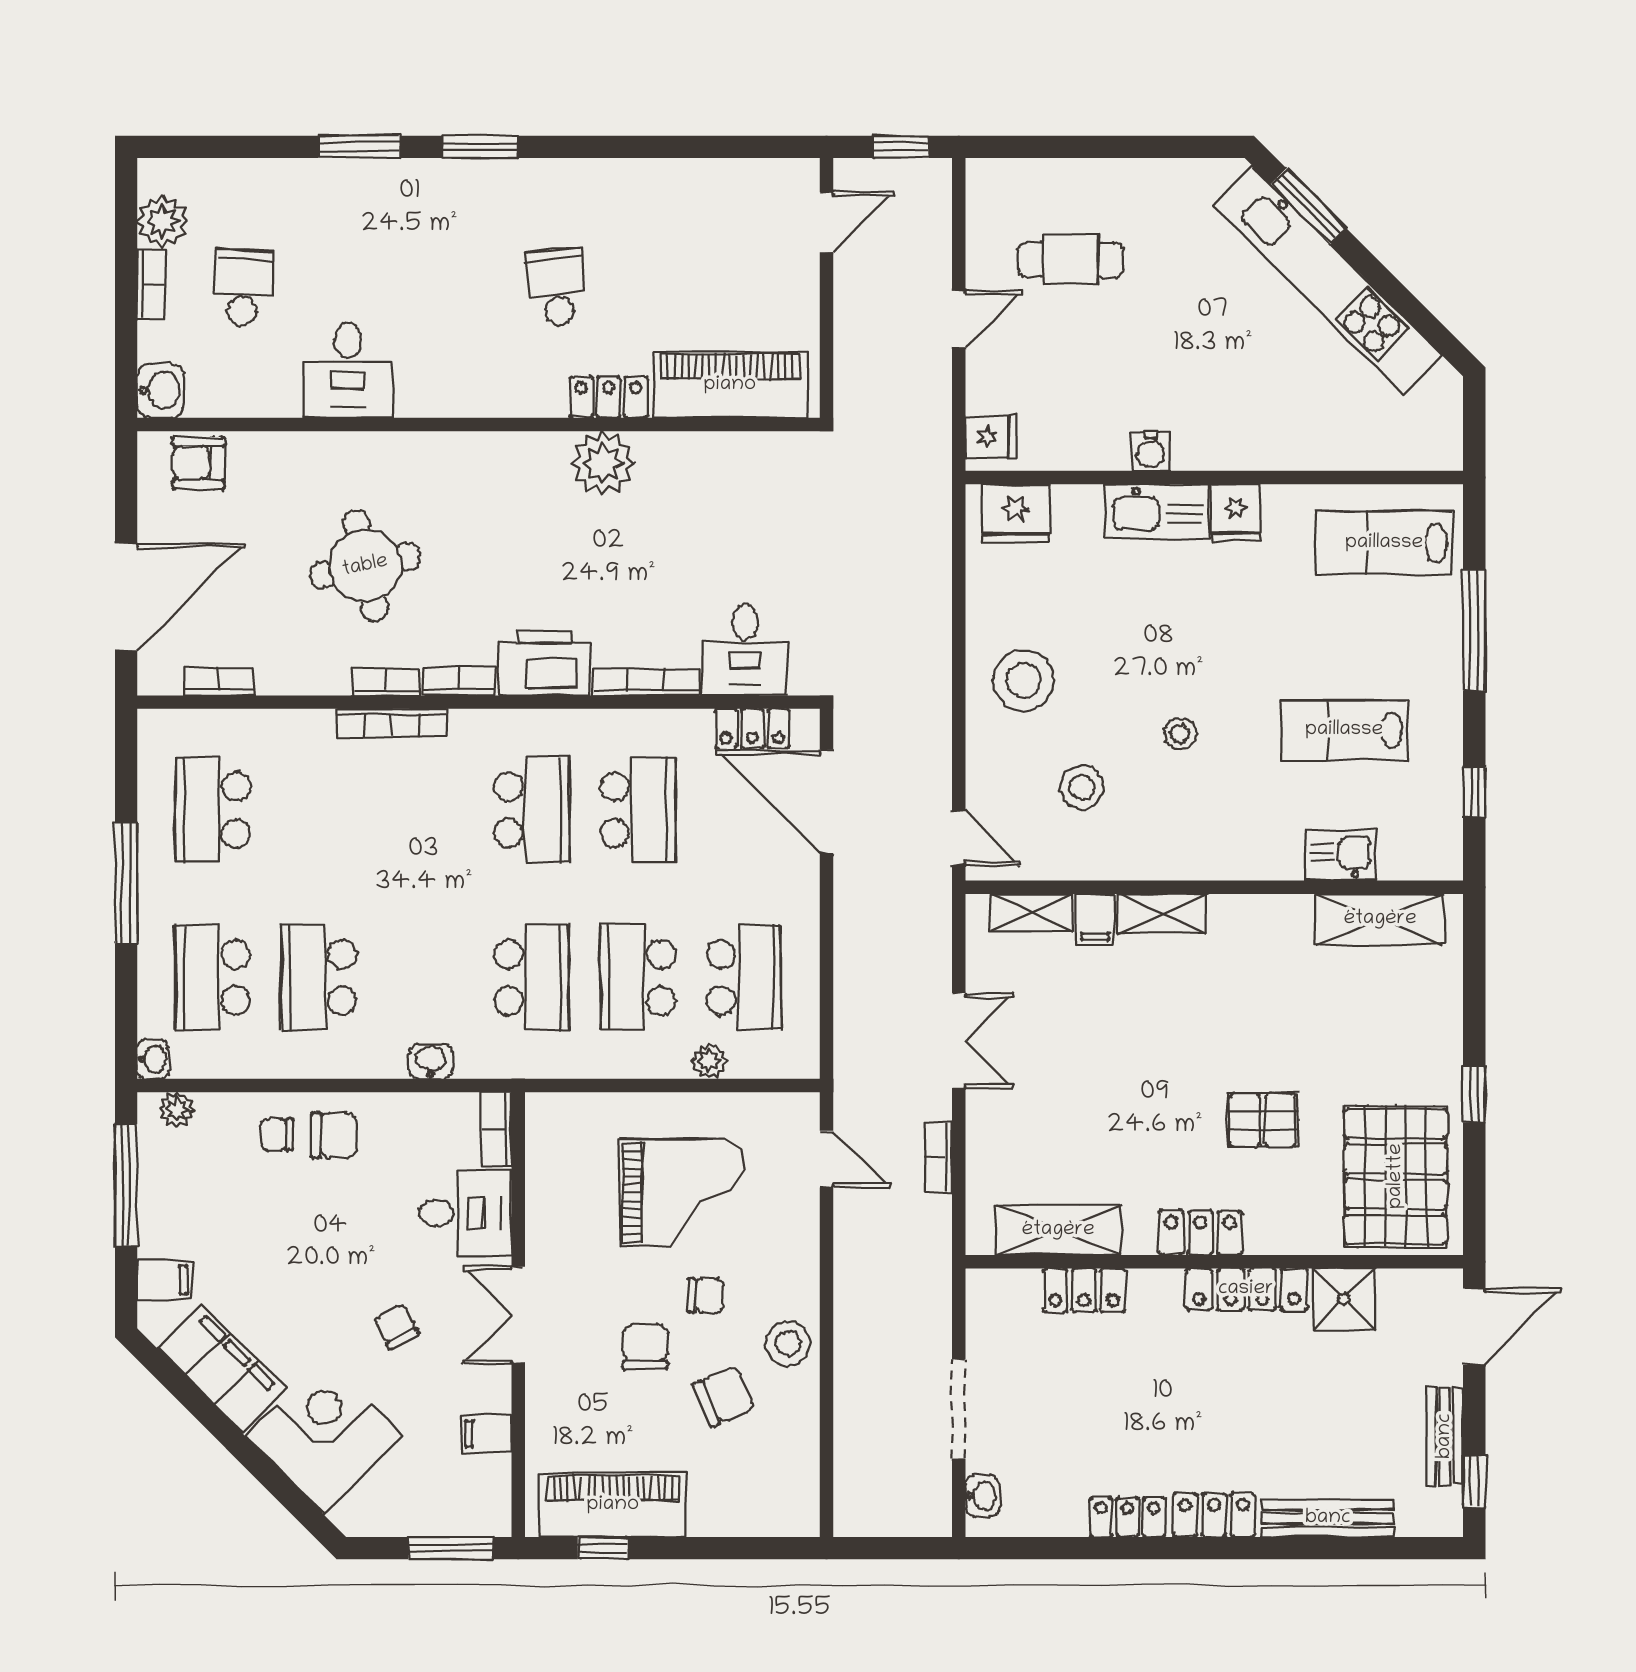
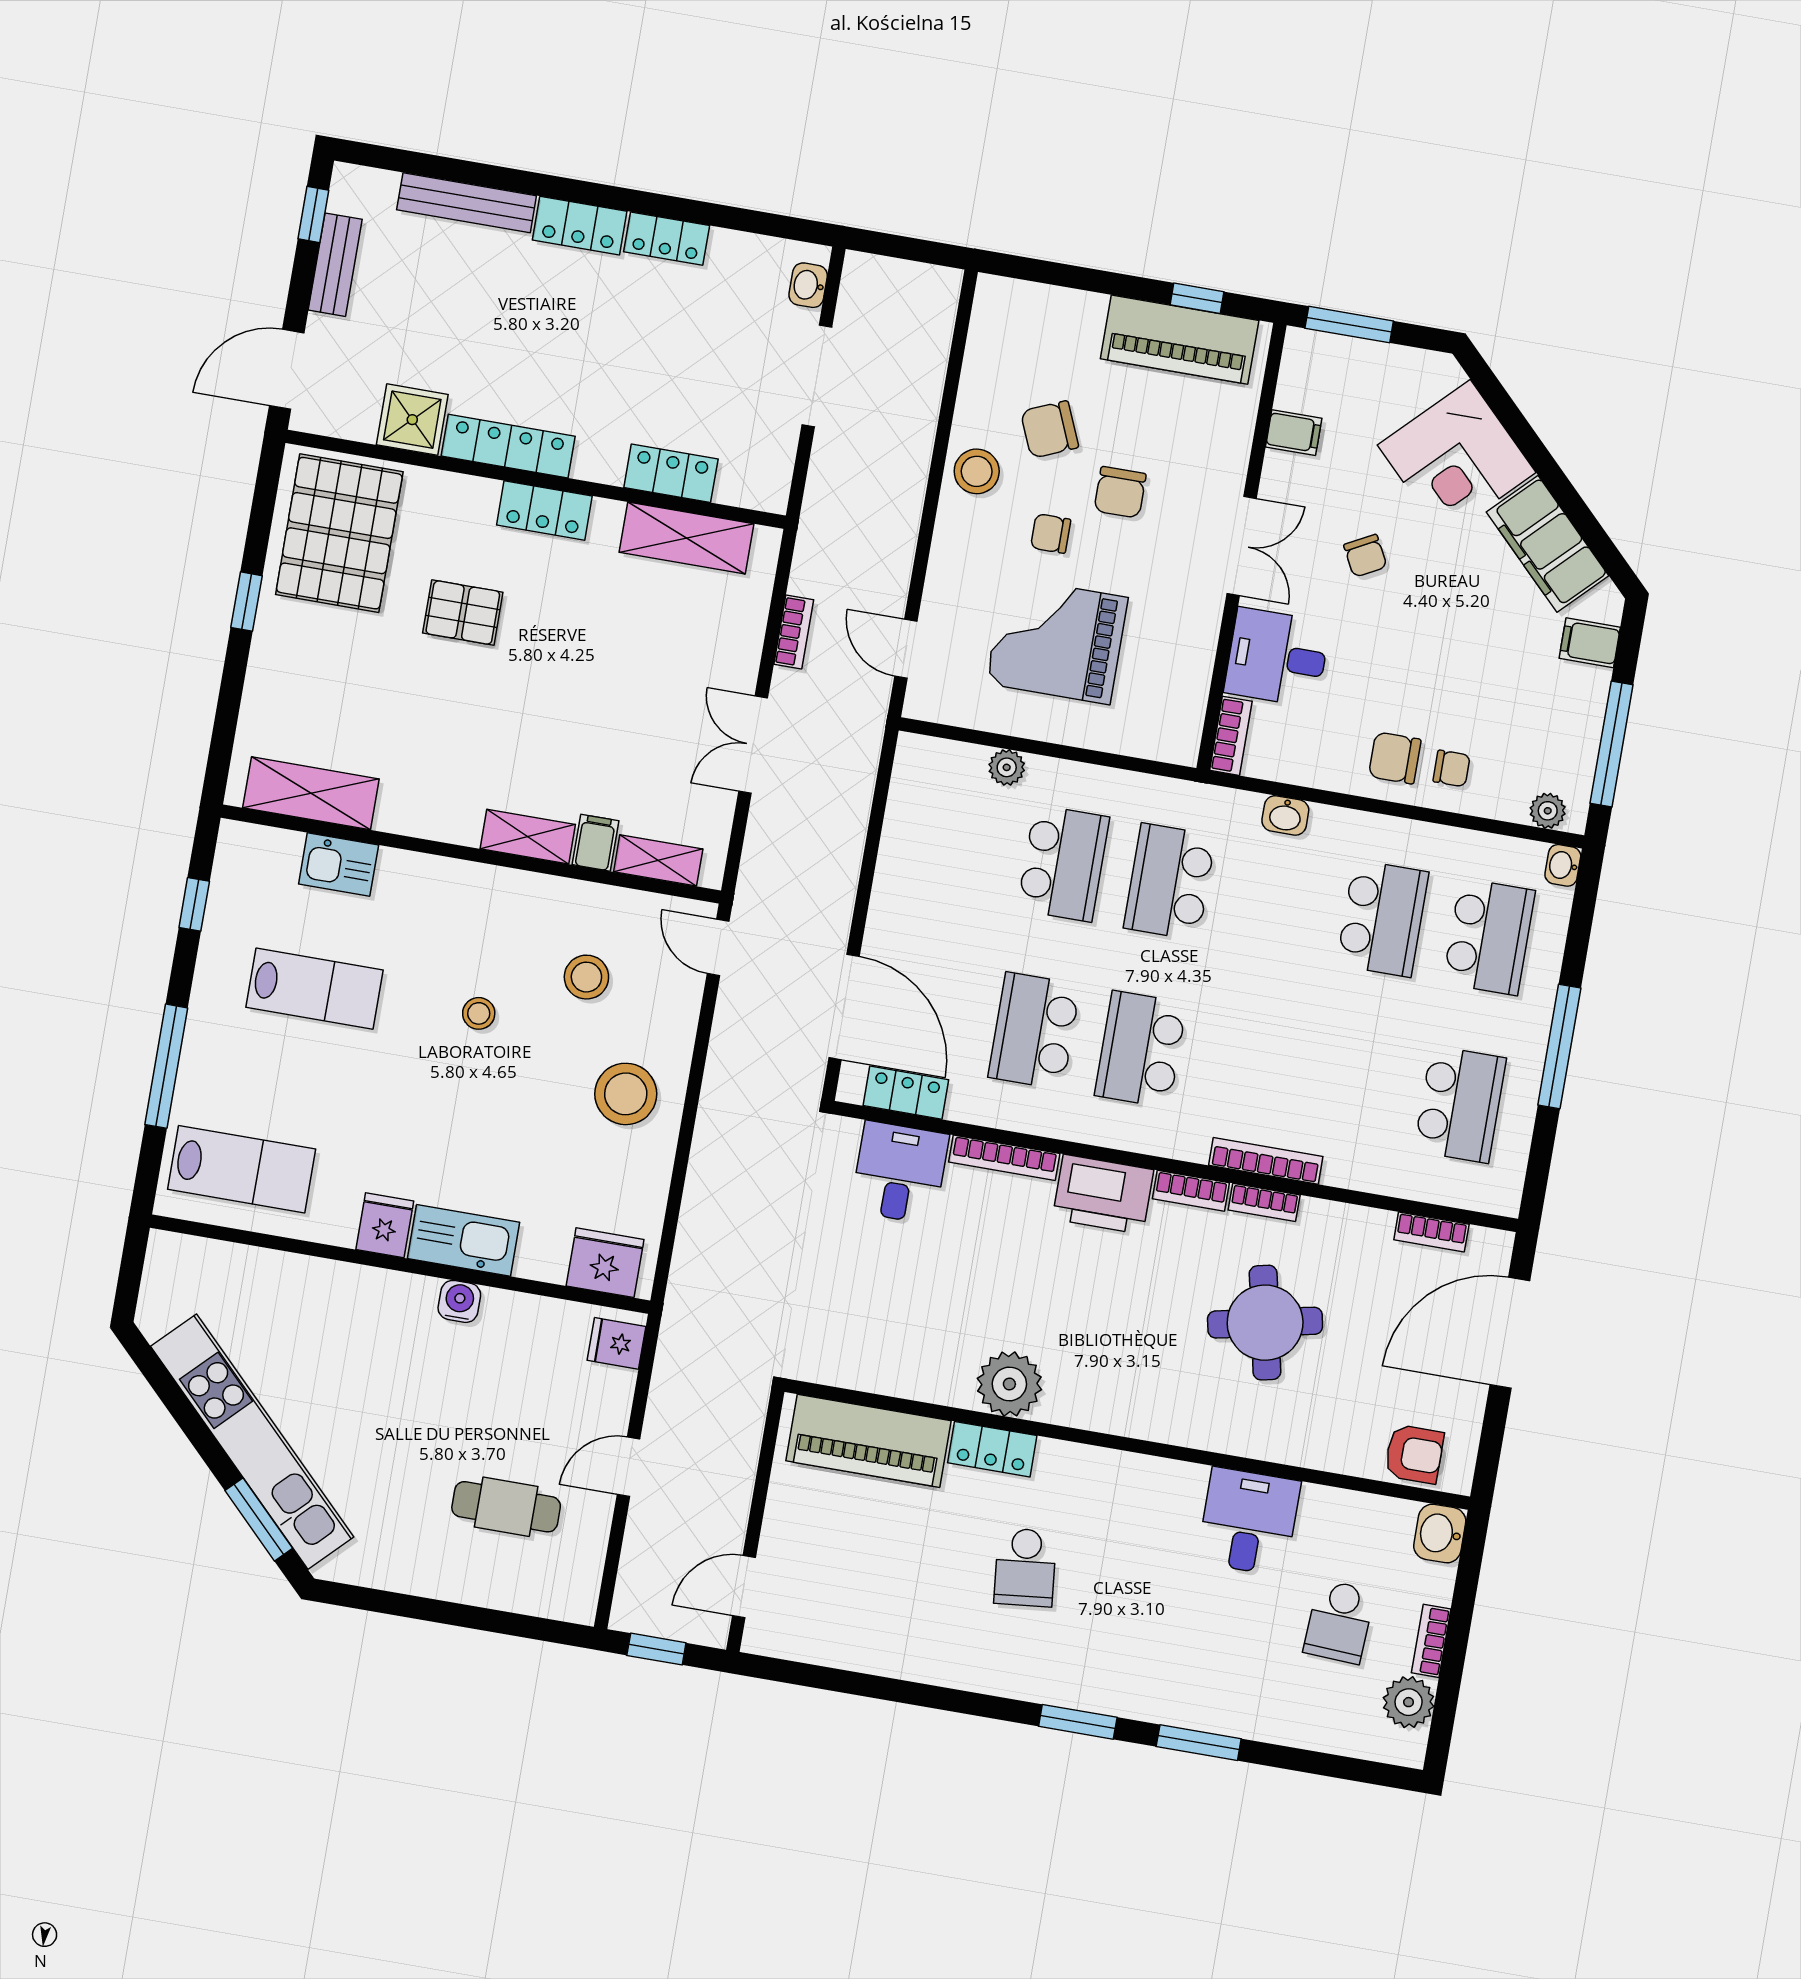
school desk: (744, 977) -> (957, 845), removed

